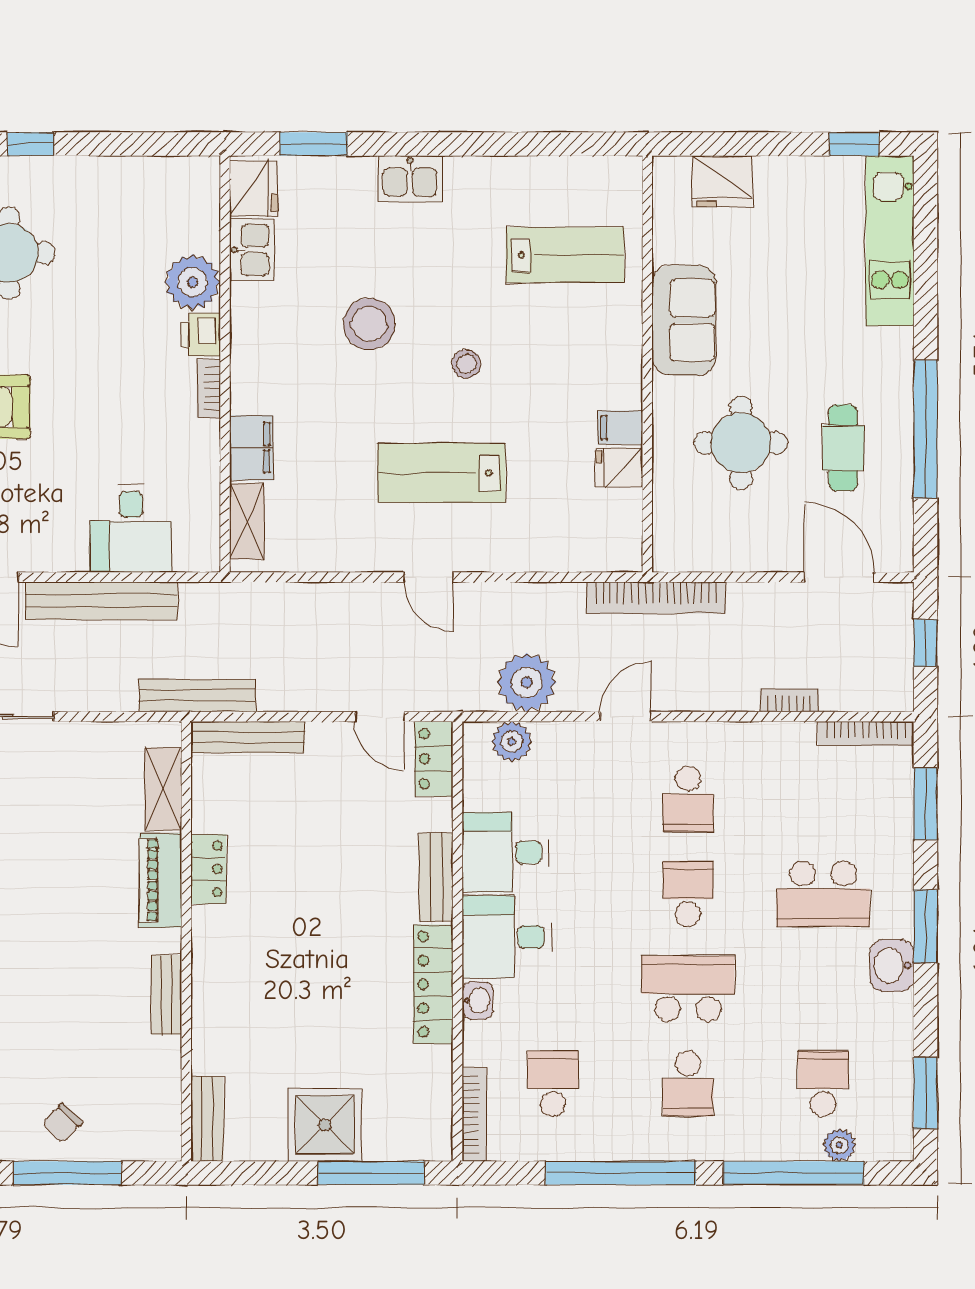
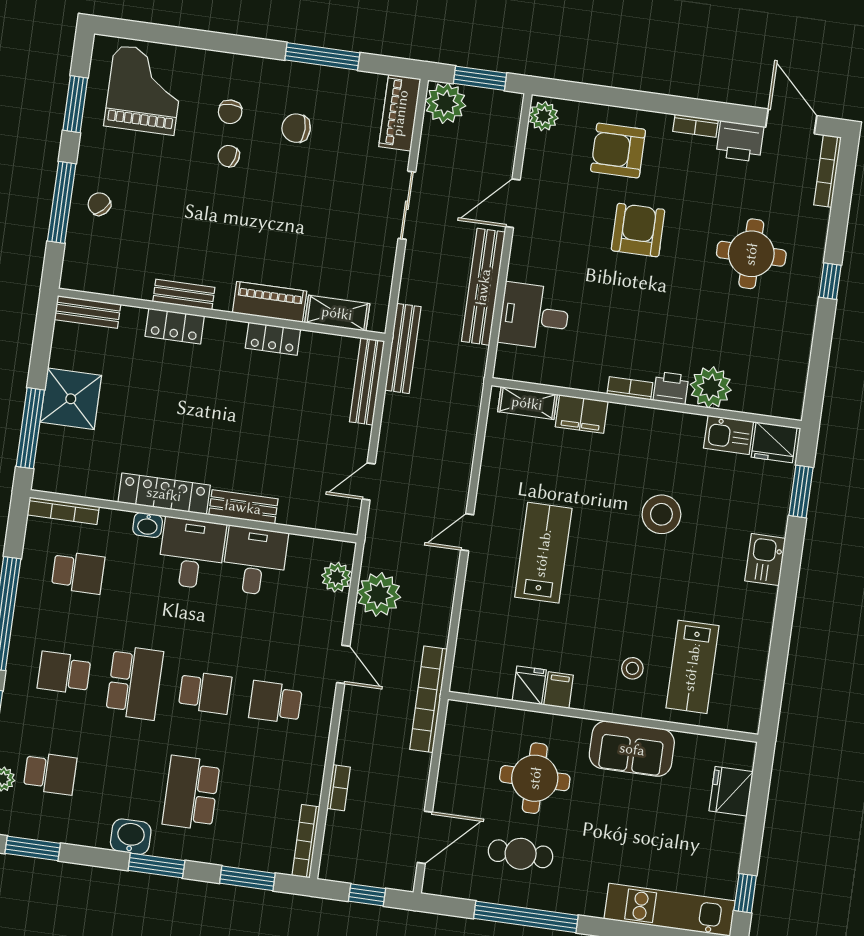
stool: (466, 364) -> (632, 668), moved
locker: (434, 759) -> (175, 326), moved, turned 180

